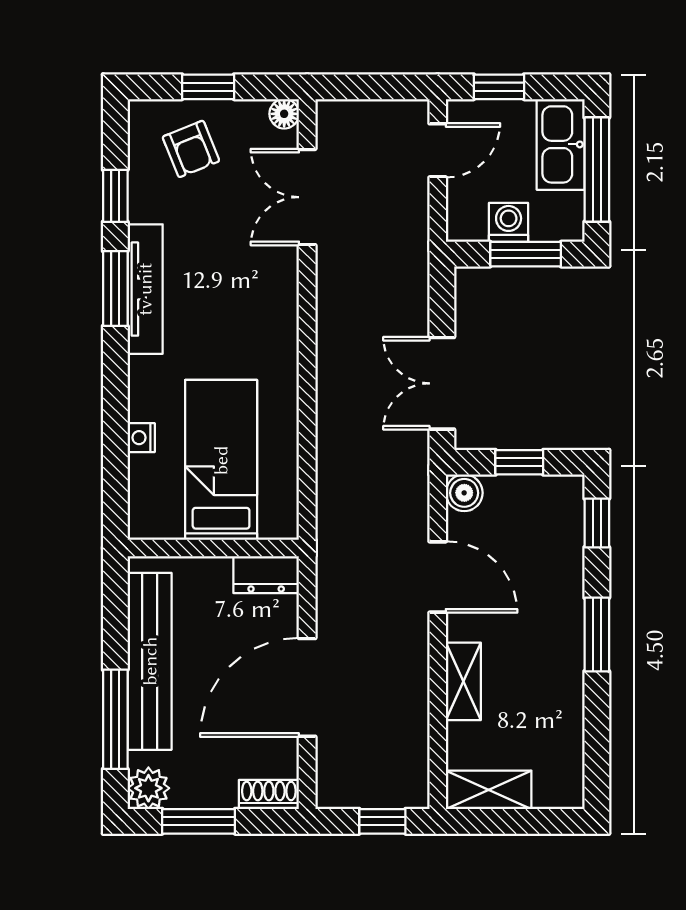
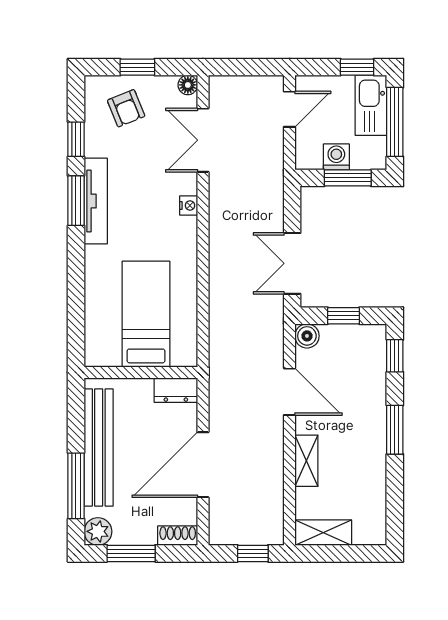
window: (499, 87) -> (357, 67), moved
nightstand: (141, 438) -> (189, 205), moved, turned 180

